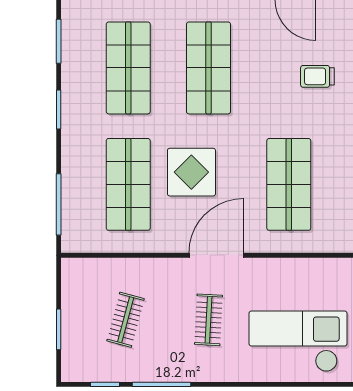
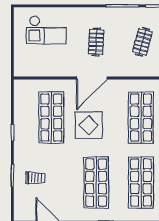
display table: (191, 172) -> (89, 125), moved
checkout: (298, 341) -> (46, 30), width x0.73, depth x0.83

